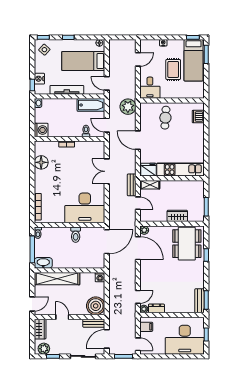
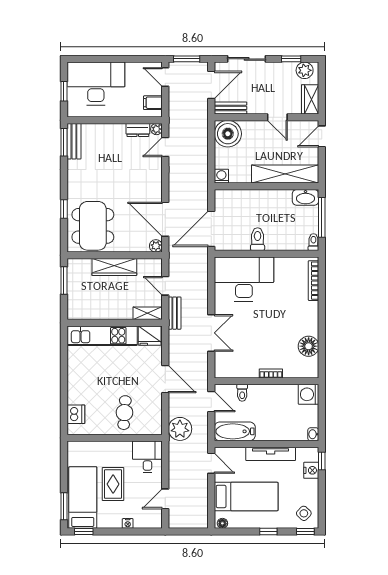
wardrobe: (177, 216) -> (114, 267), width x1.50

